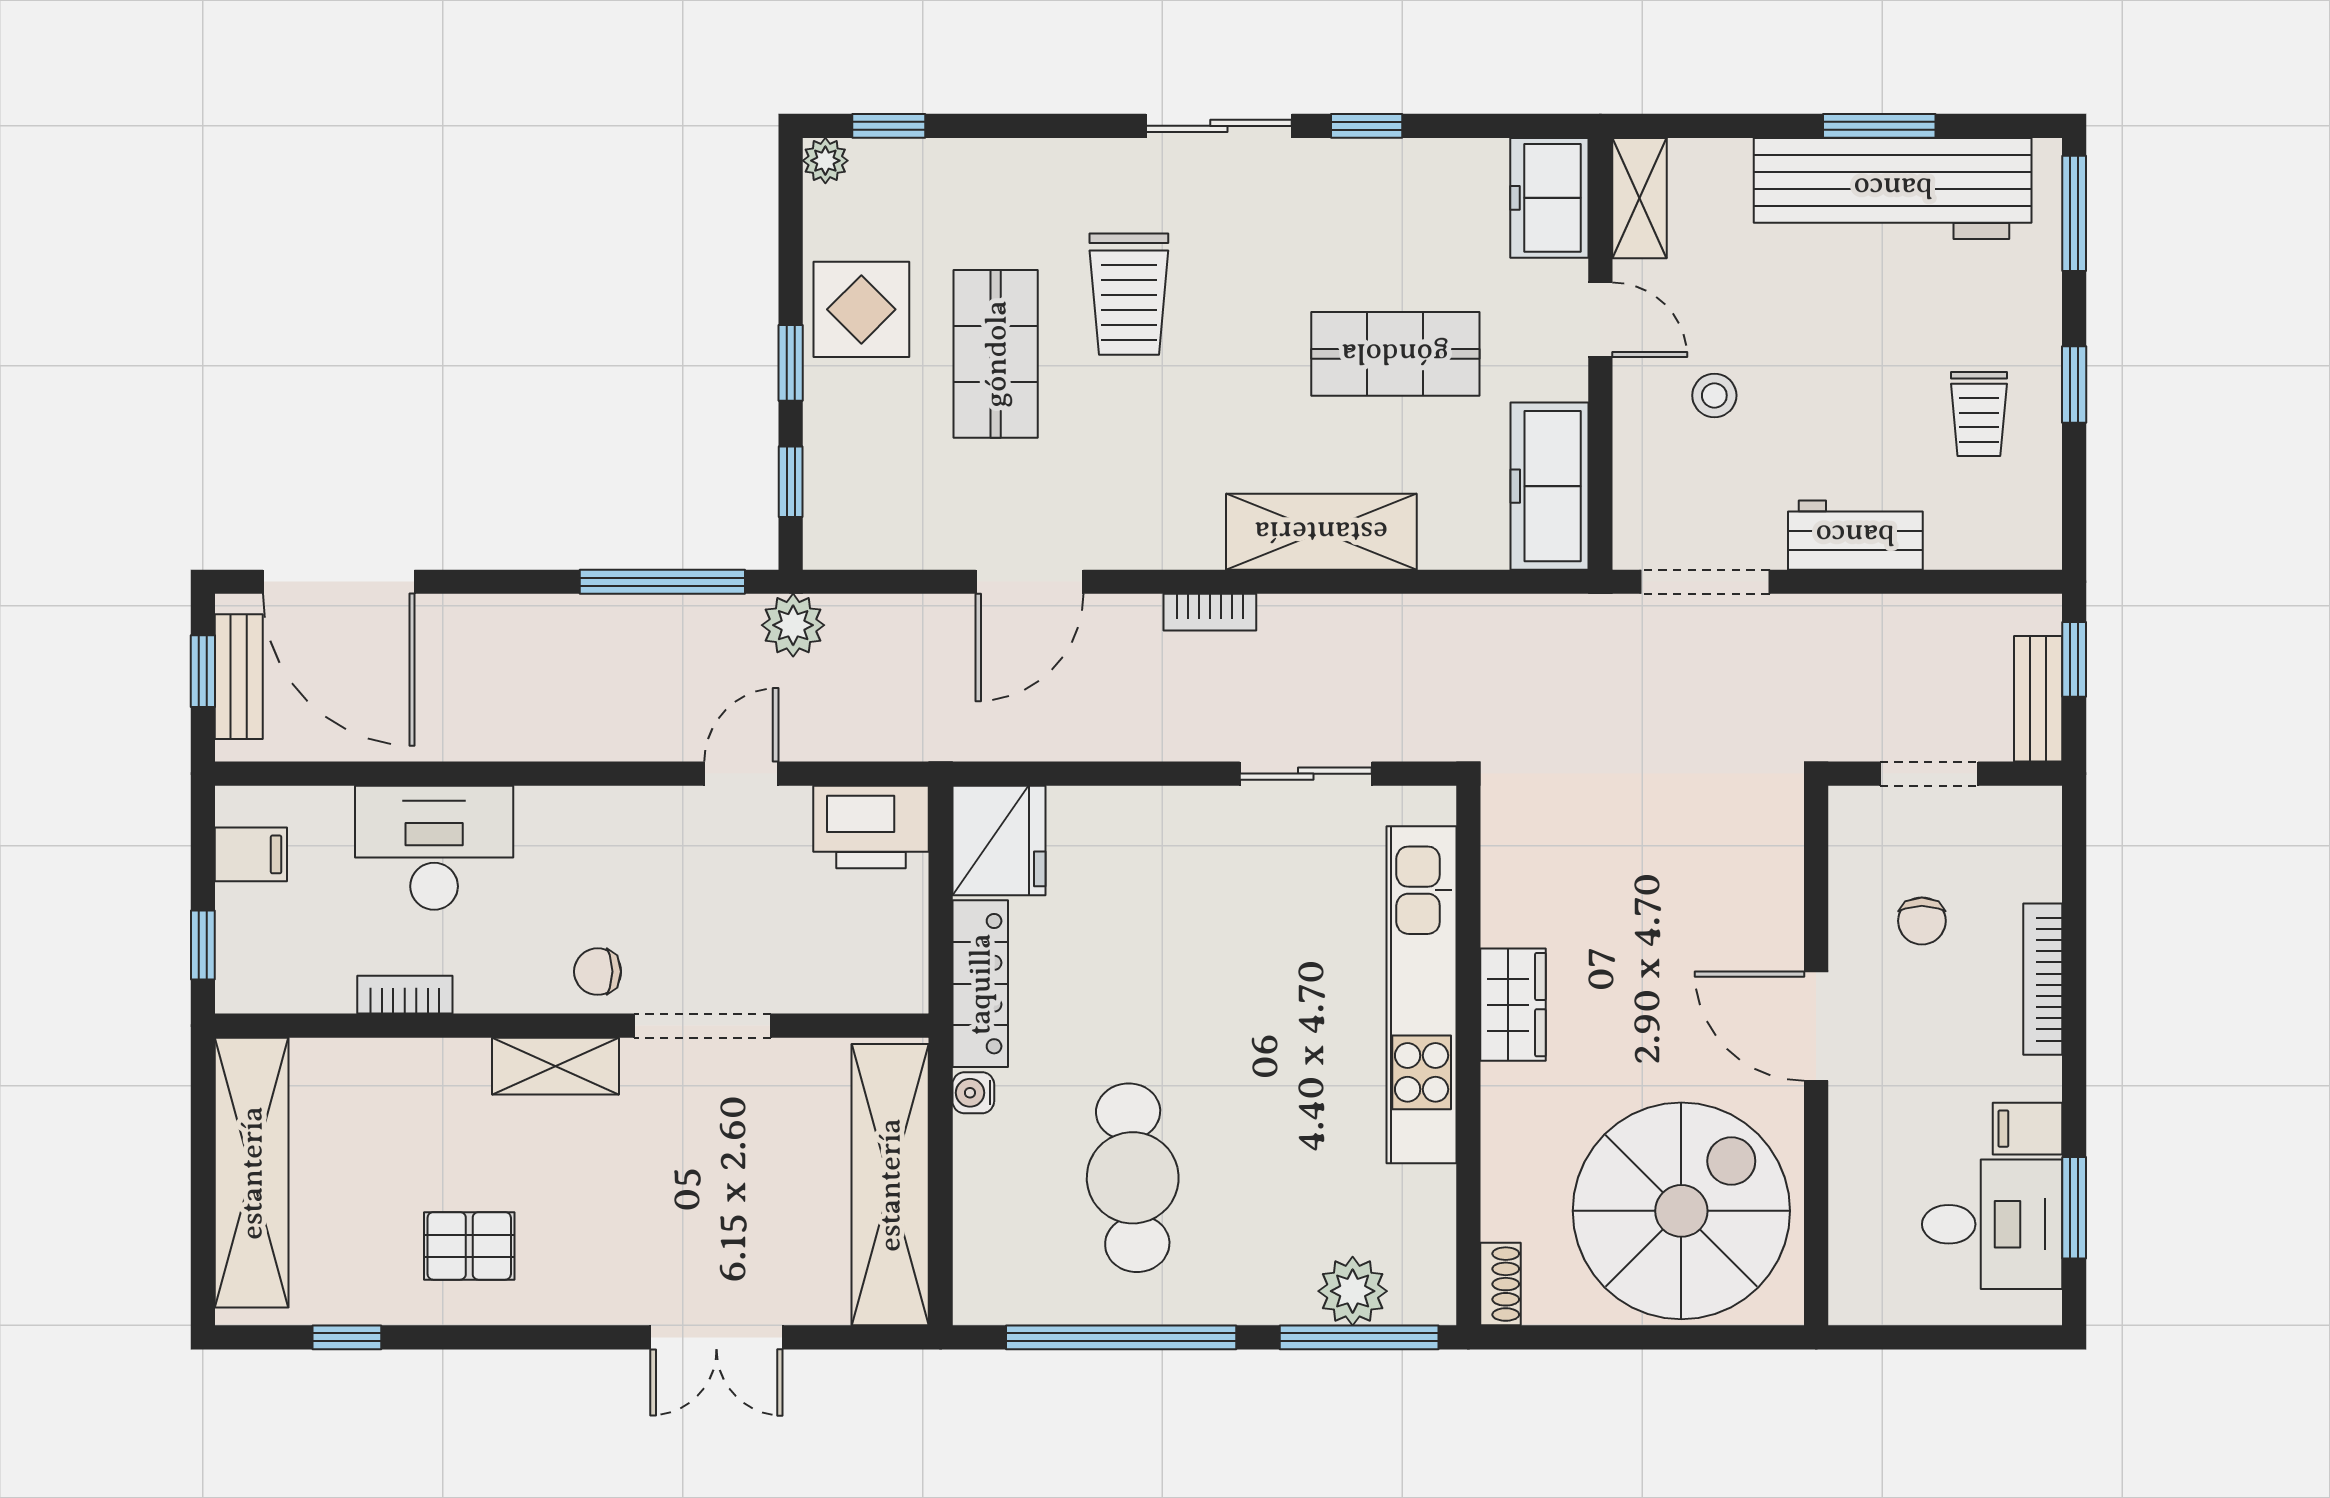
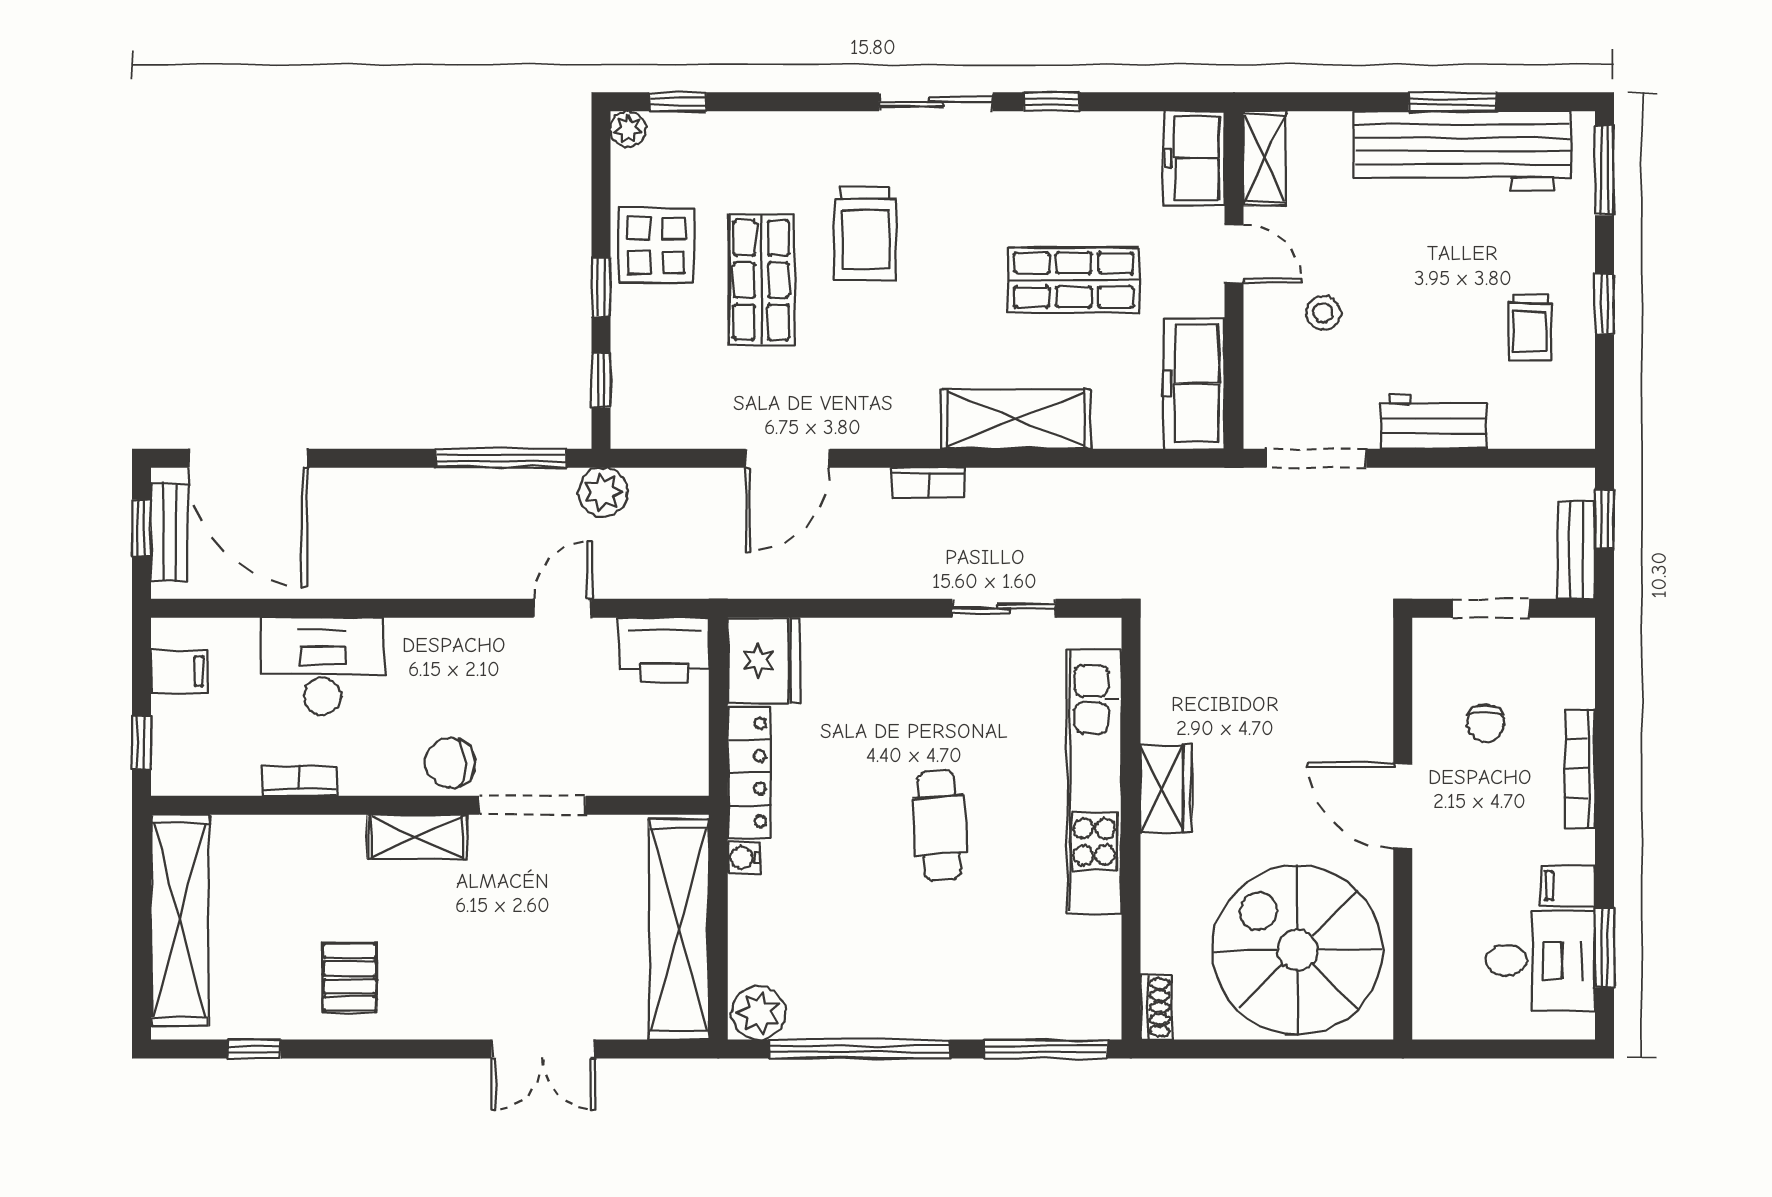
chair: (598, 972) -> (450, 763), width x1.37, depth x1.37
cafe table: (1133, 1178) -> (939, 825), moved, width x0.73, depth x0.74
spiral stairs: (1681, 1211) -> (1297, 950), turned -90
pallet: (469, 1246) -> (350, 977), turned 90
plant: (1353, 1291) -> (759, 1013), moved

